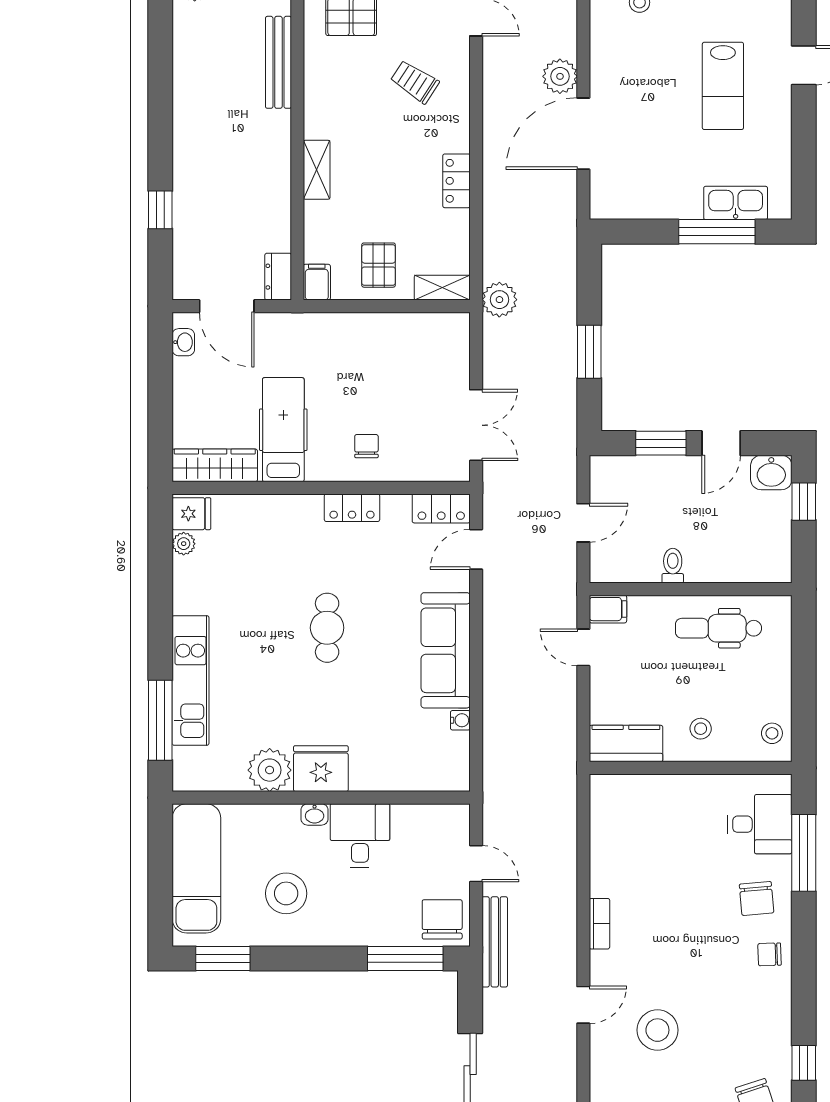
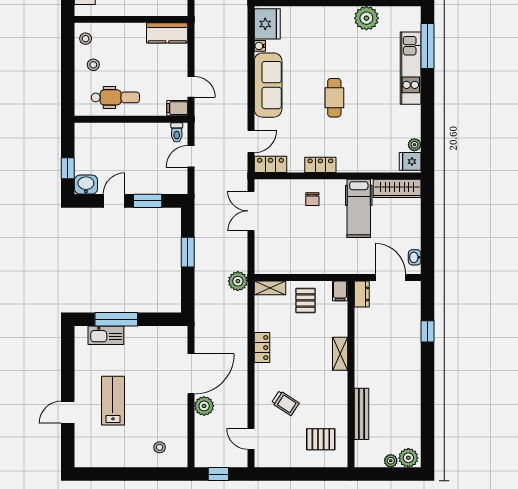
toilet: (673, 566) -> (177, 132), moved
stool: (701, 729) -> (93, 65), moved
fridge: (321, 769) -> (267, 24), moved, turned -90

